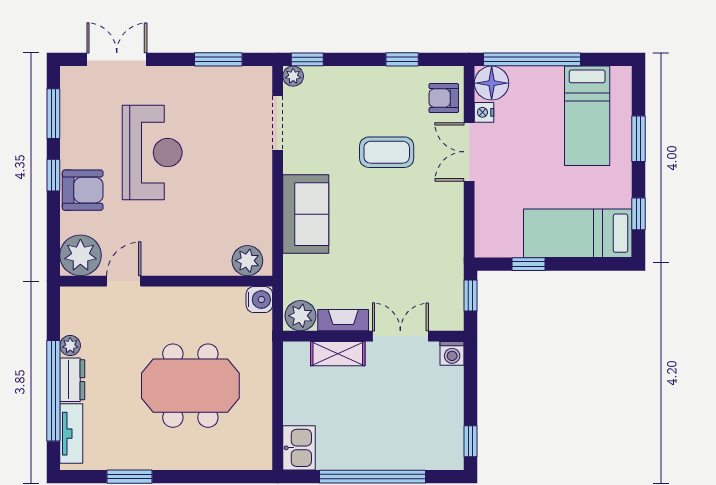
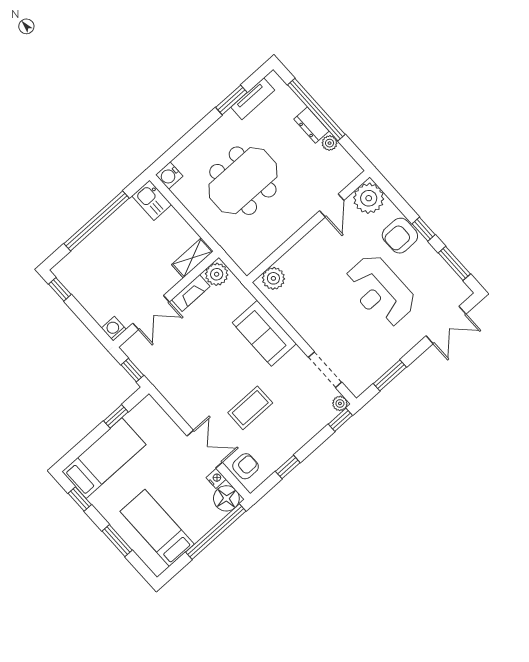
water cooler: (259, 300) -> (169, 175), moved
shelving: (338, 354) -> (192, 258), moved
tv unit: (71, 434) -> (253, 99), moved, turned -90

